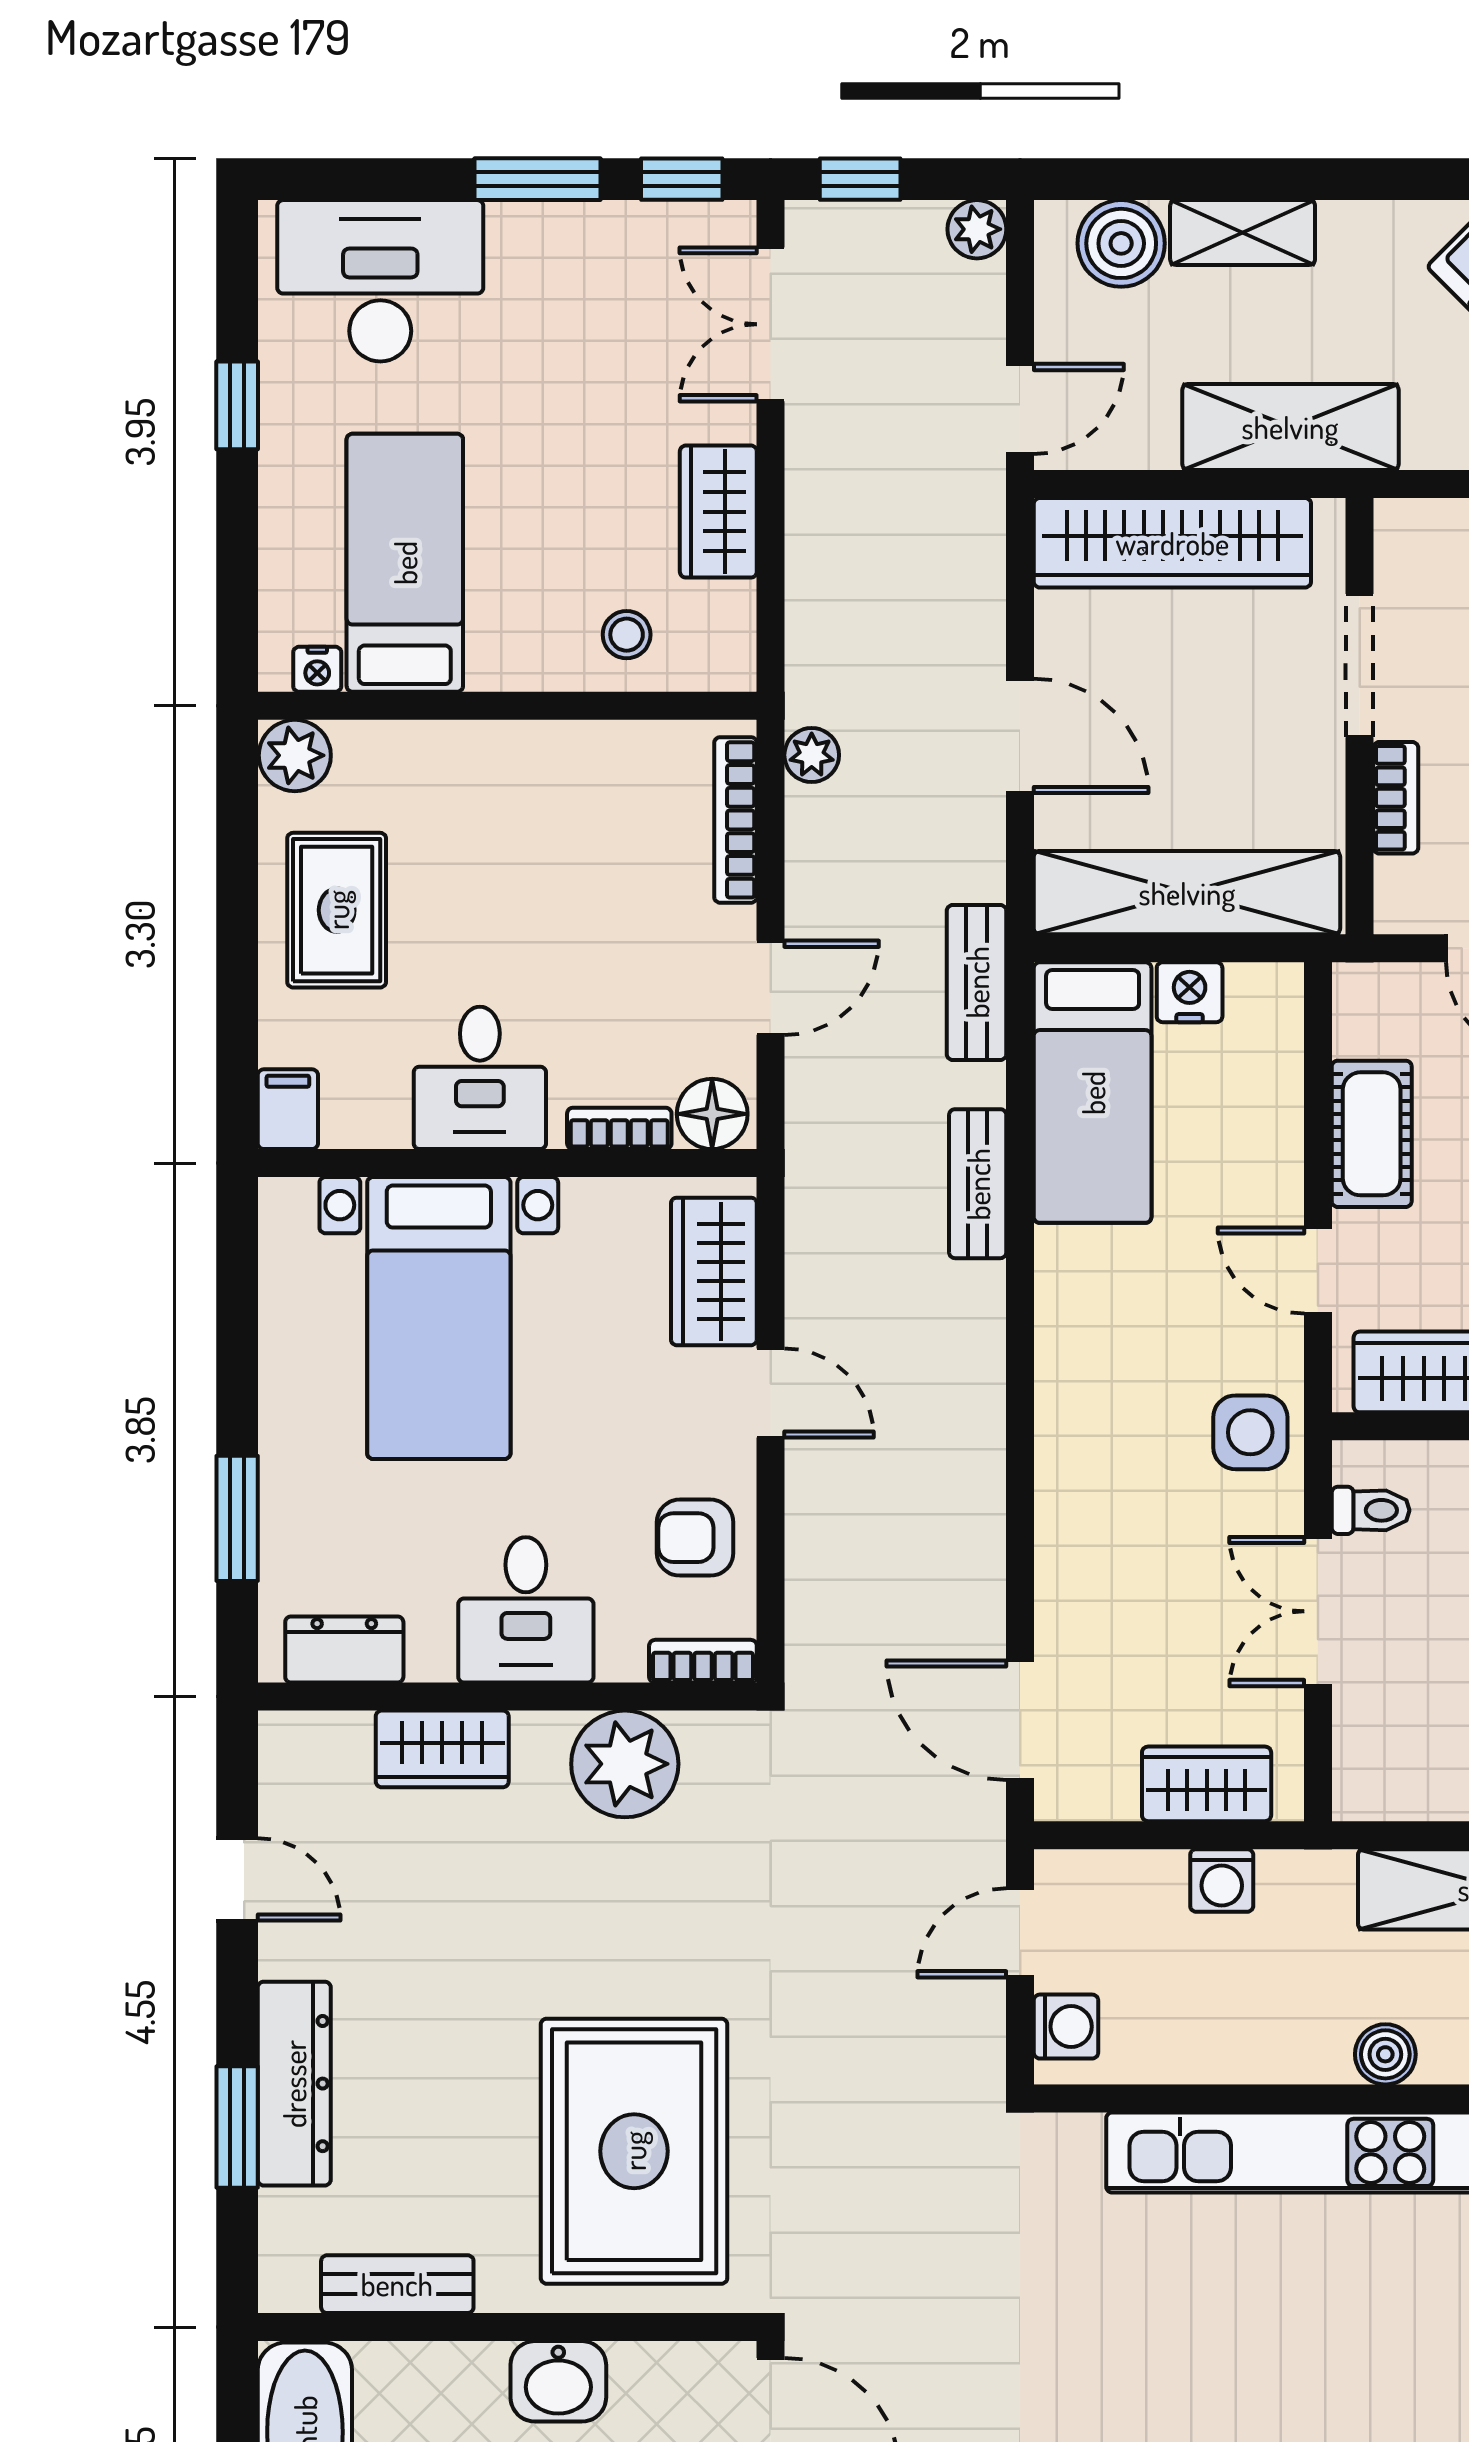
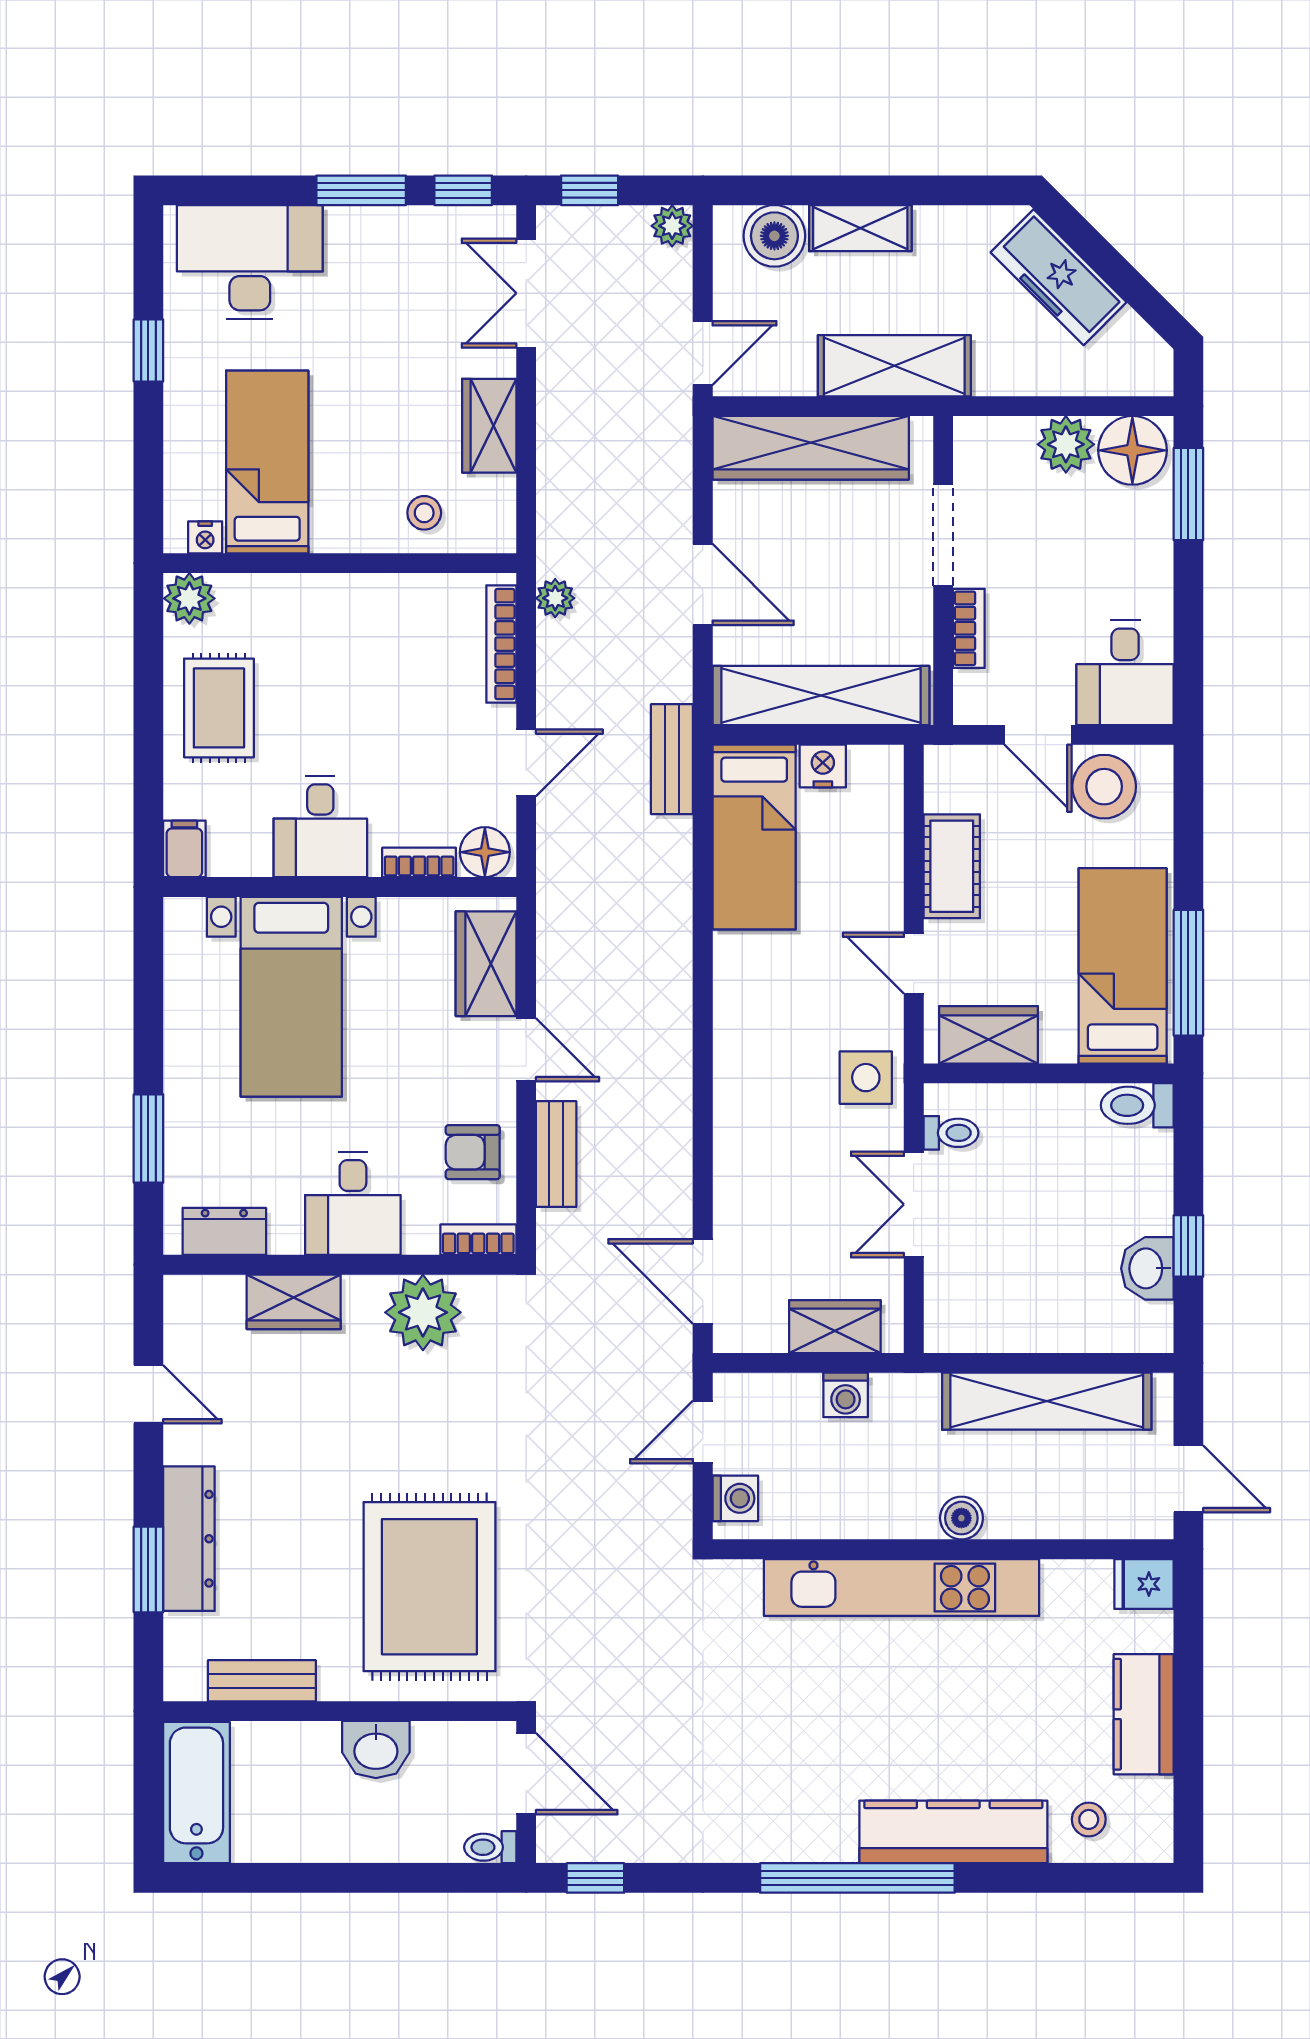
bench: (978, 1184) -> (556, 1154), moved

